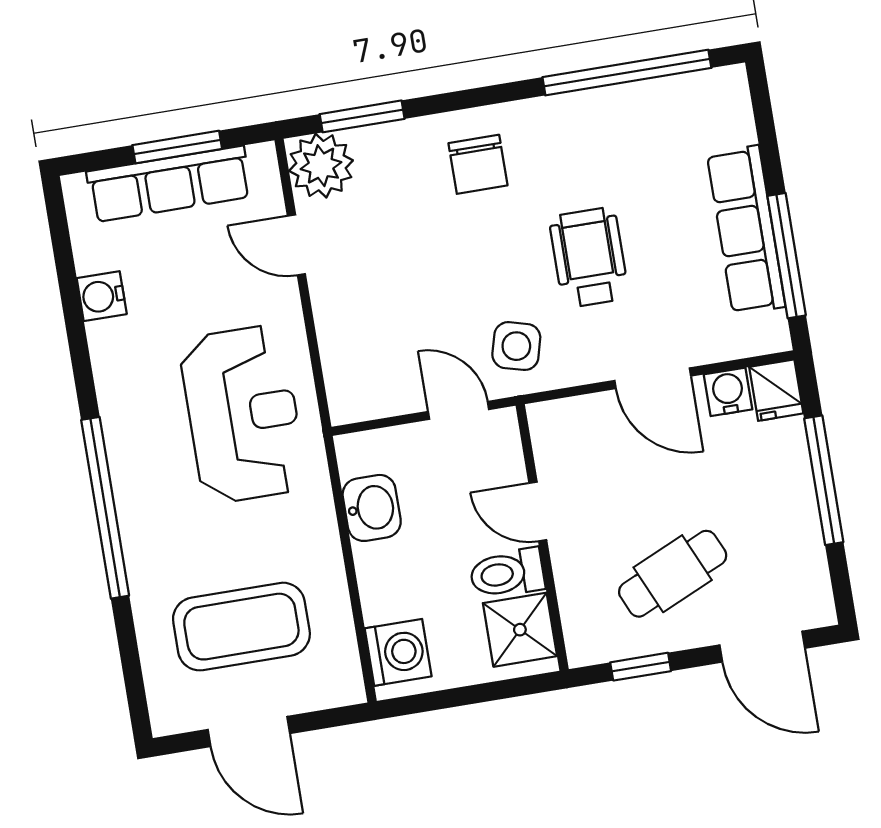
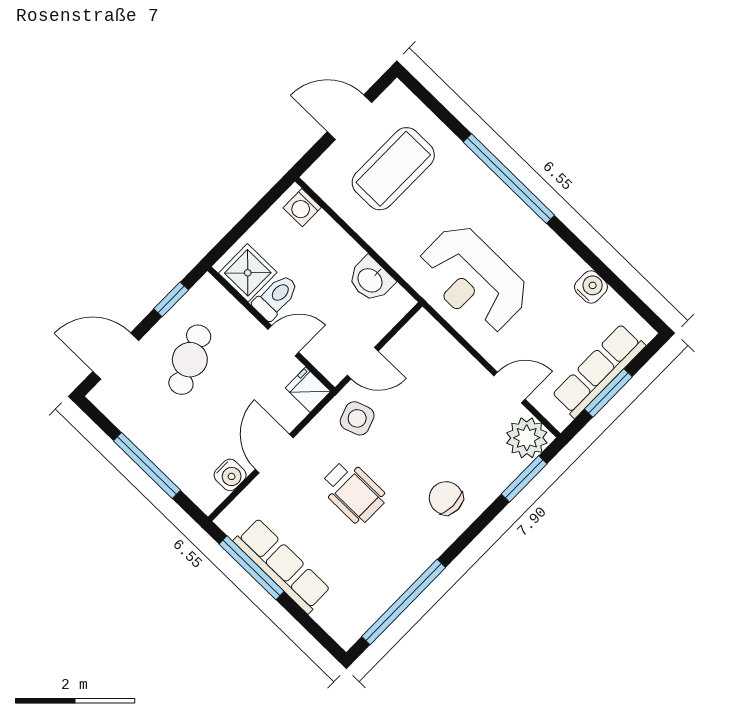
side table: (516, 346) -> (357, 418), turned -35
door: (653, 378) -> (274, 453), hinge flipped
fridge: (776, 390) -> (308, 390), moved
washing machine: (398, 652) -> (302, 208), width x0.73, depth x0.73

